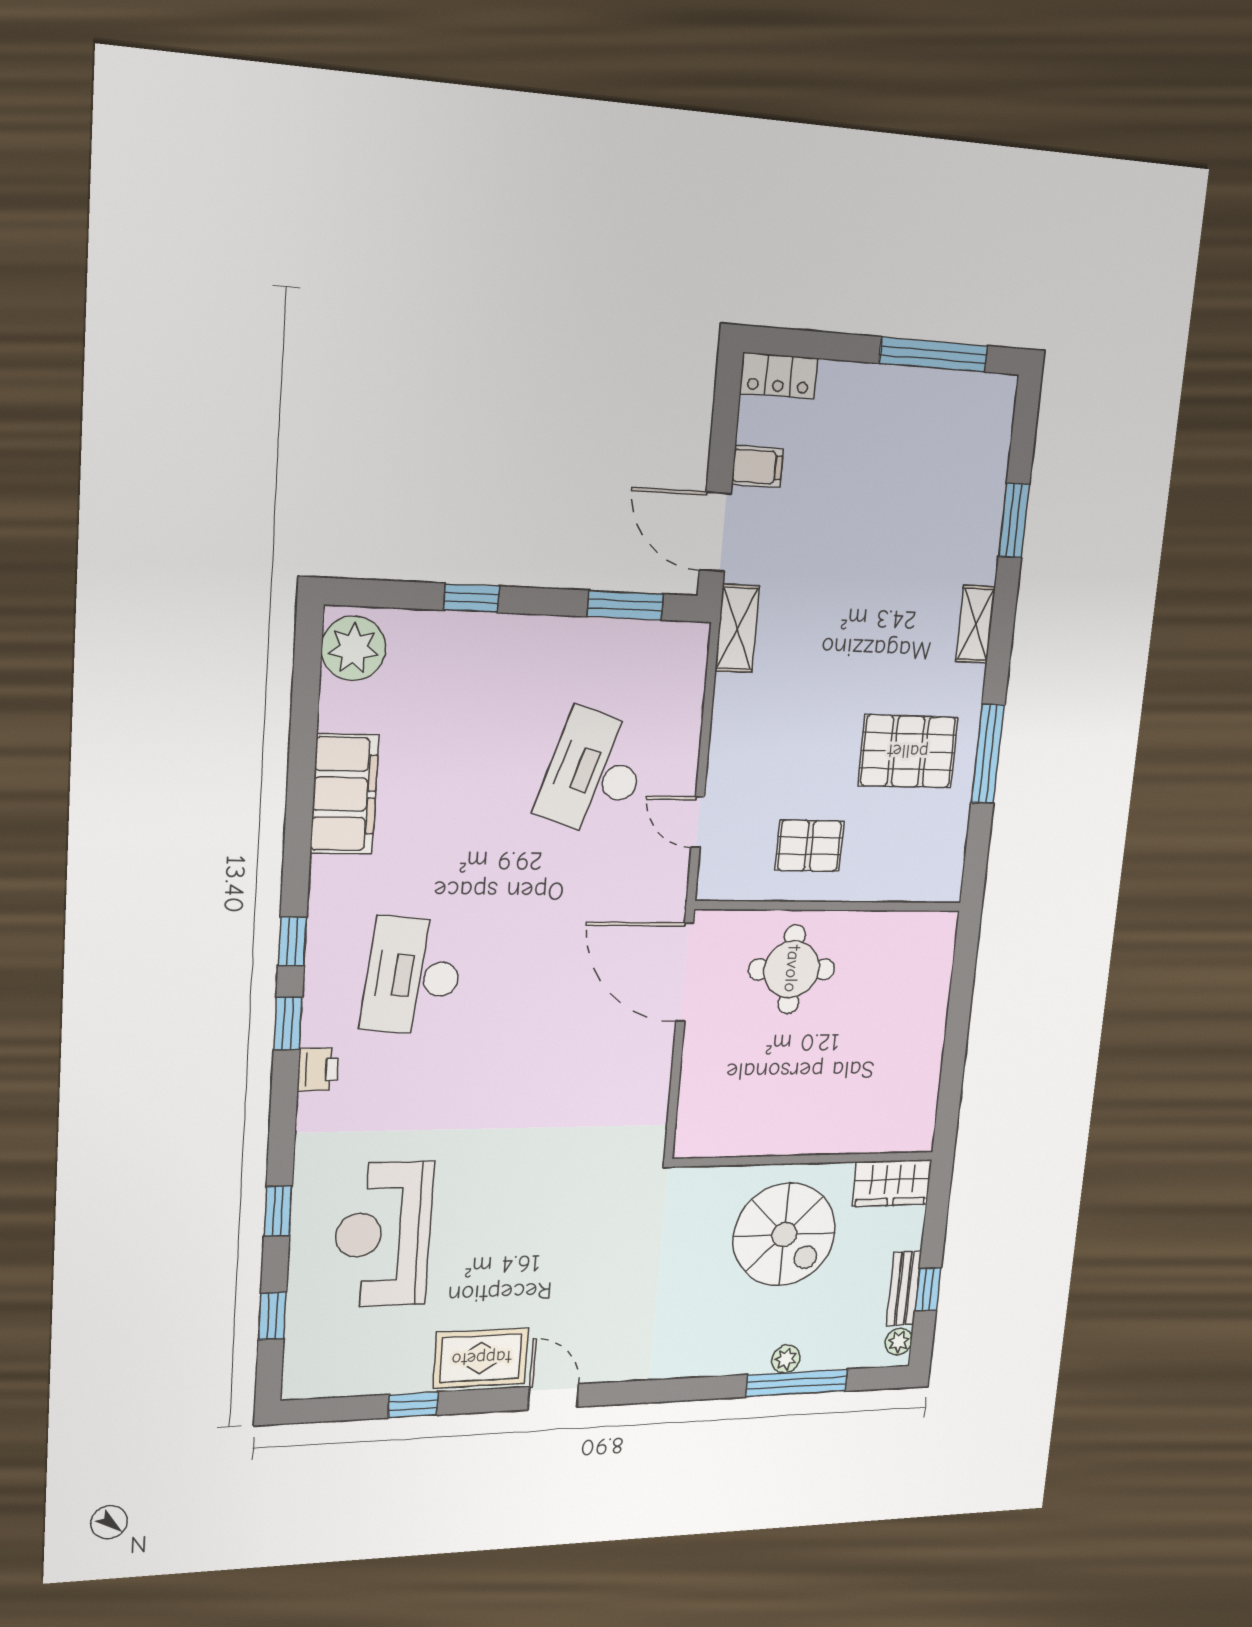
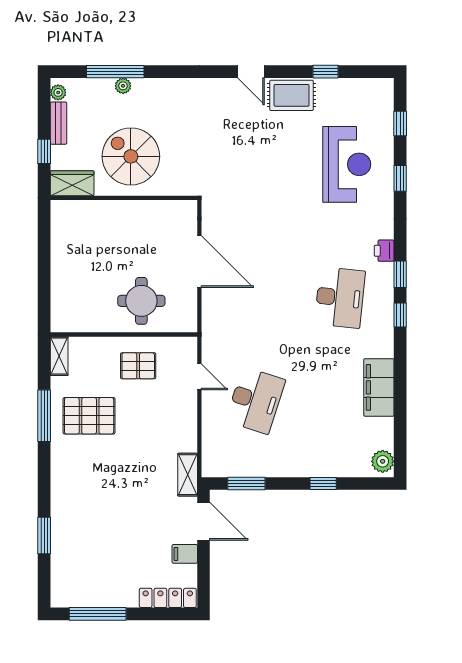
locker: (779, 376) -> (168, 598), width x1.53
shelving: (976, 624) -> (59, 356), moved
plant: (353, 648) -> (383, 461), width x0.73, depth x0.73
door: (685, 972) -> (199, 262), moved
window: (928, 1289) -> (44, 151), moved

